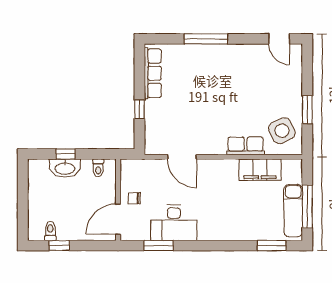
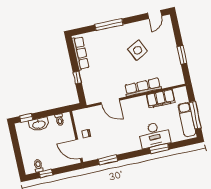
door: (279, 39) -> (155, 15), hinge flipped
side table: (282, 131) -> (138, 50), moved
row of seats: (246, 146) -> (143, 87), width x1.48
window: (66, 154) -> (26, 118), moved
door: (118, 219) -> (79, 149), hinge flipped
desk: (174, 223) -> (154, 135), moved
window: (272, 246) -> (159, 149), moved

